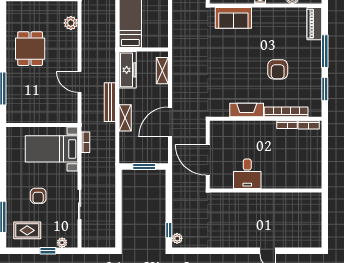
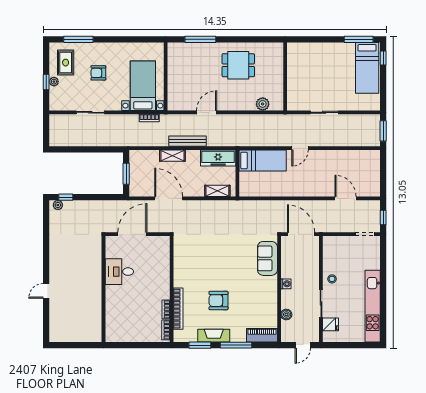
fireplace: (247, 110) -> (214, 336), moved, turned -90
plant: (62, 243) -> (54, 82), moved

